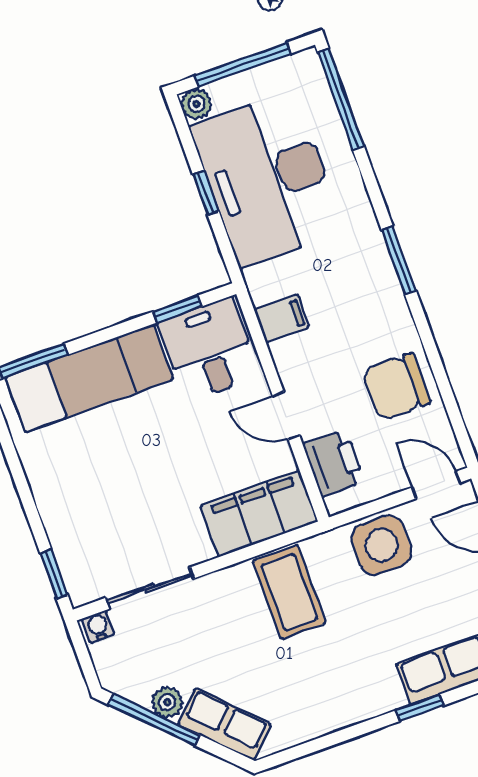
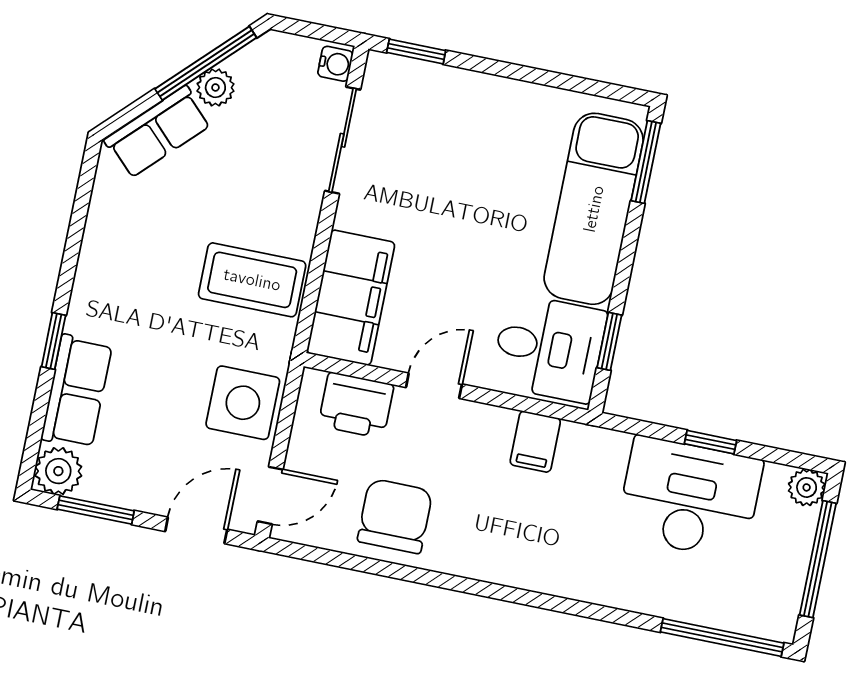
desk: (267, 179) -> (690, 498), width x0.73, depth x0.77
window: (399, 260) -> (522, 597), removed

